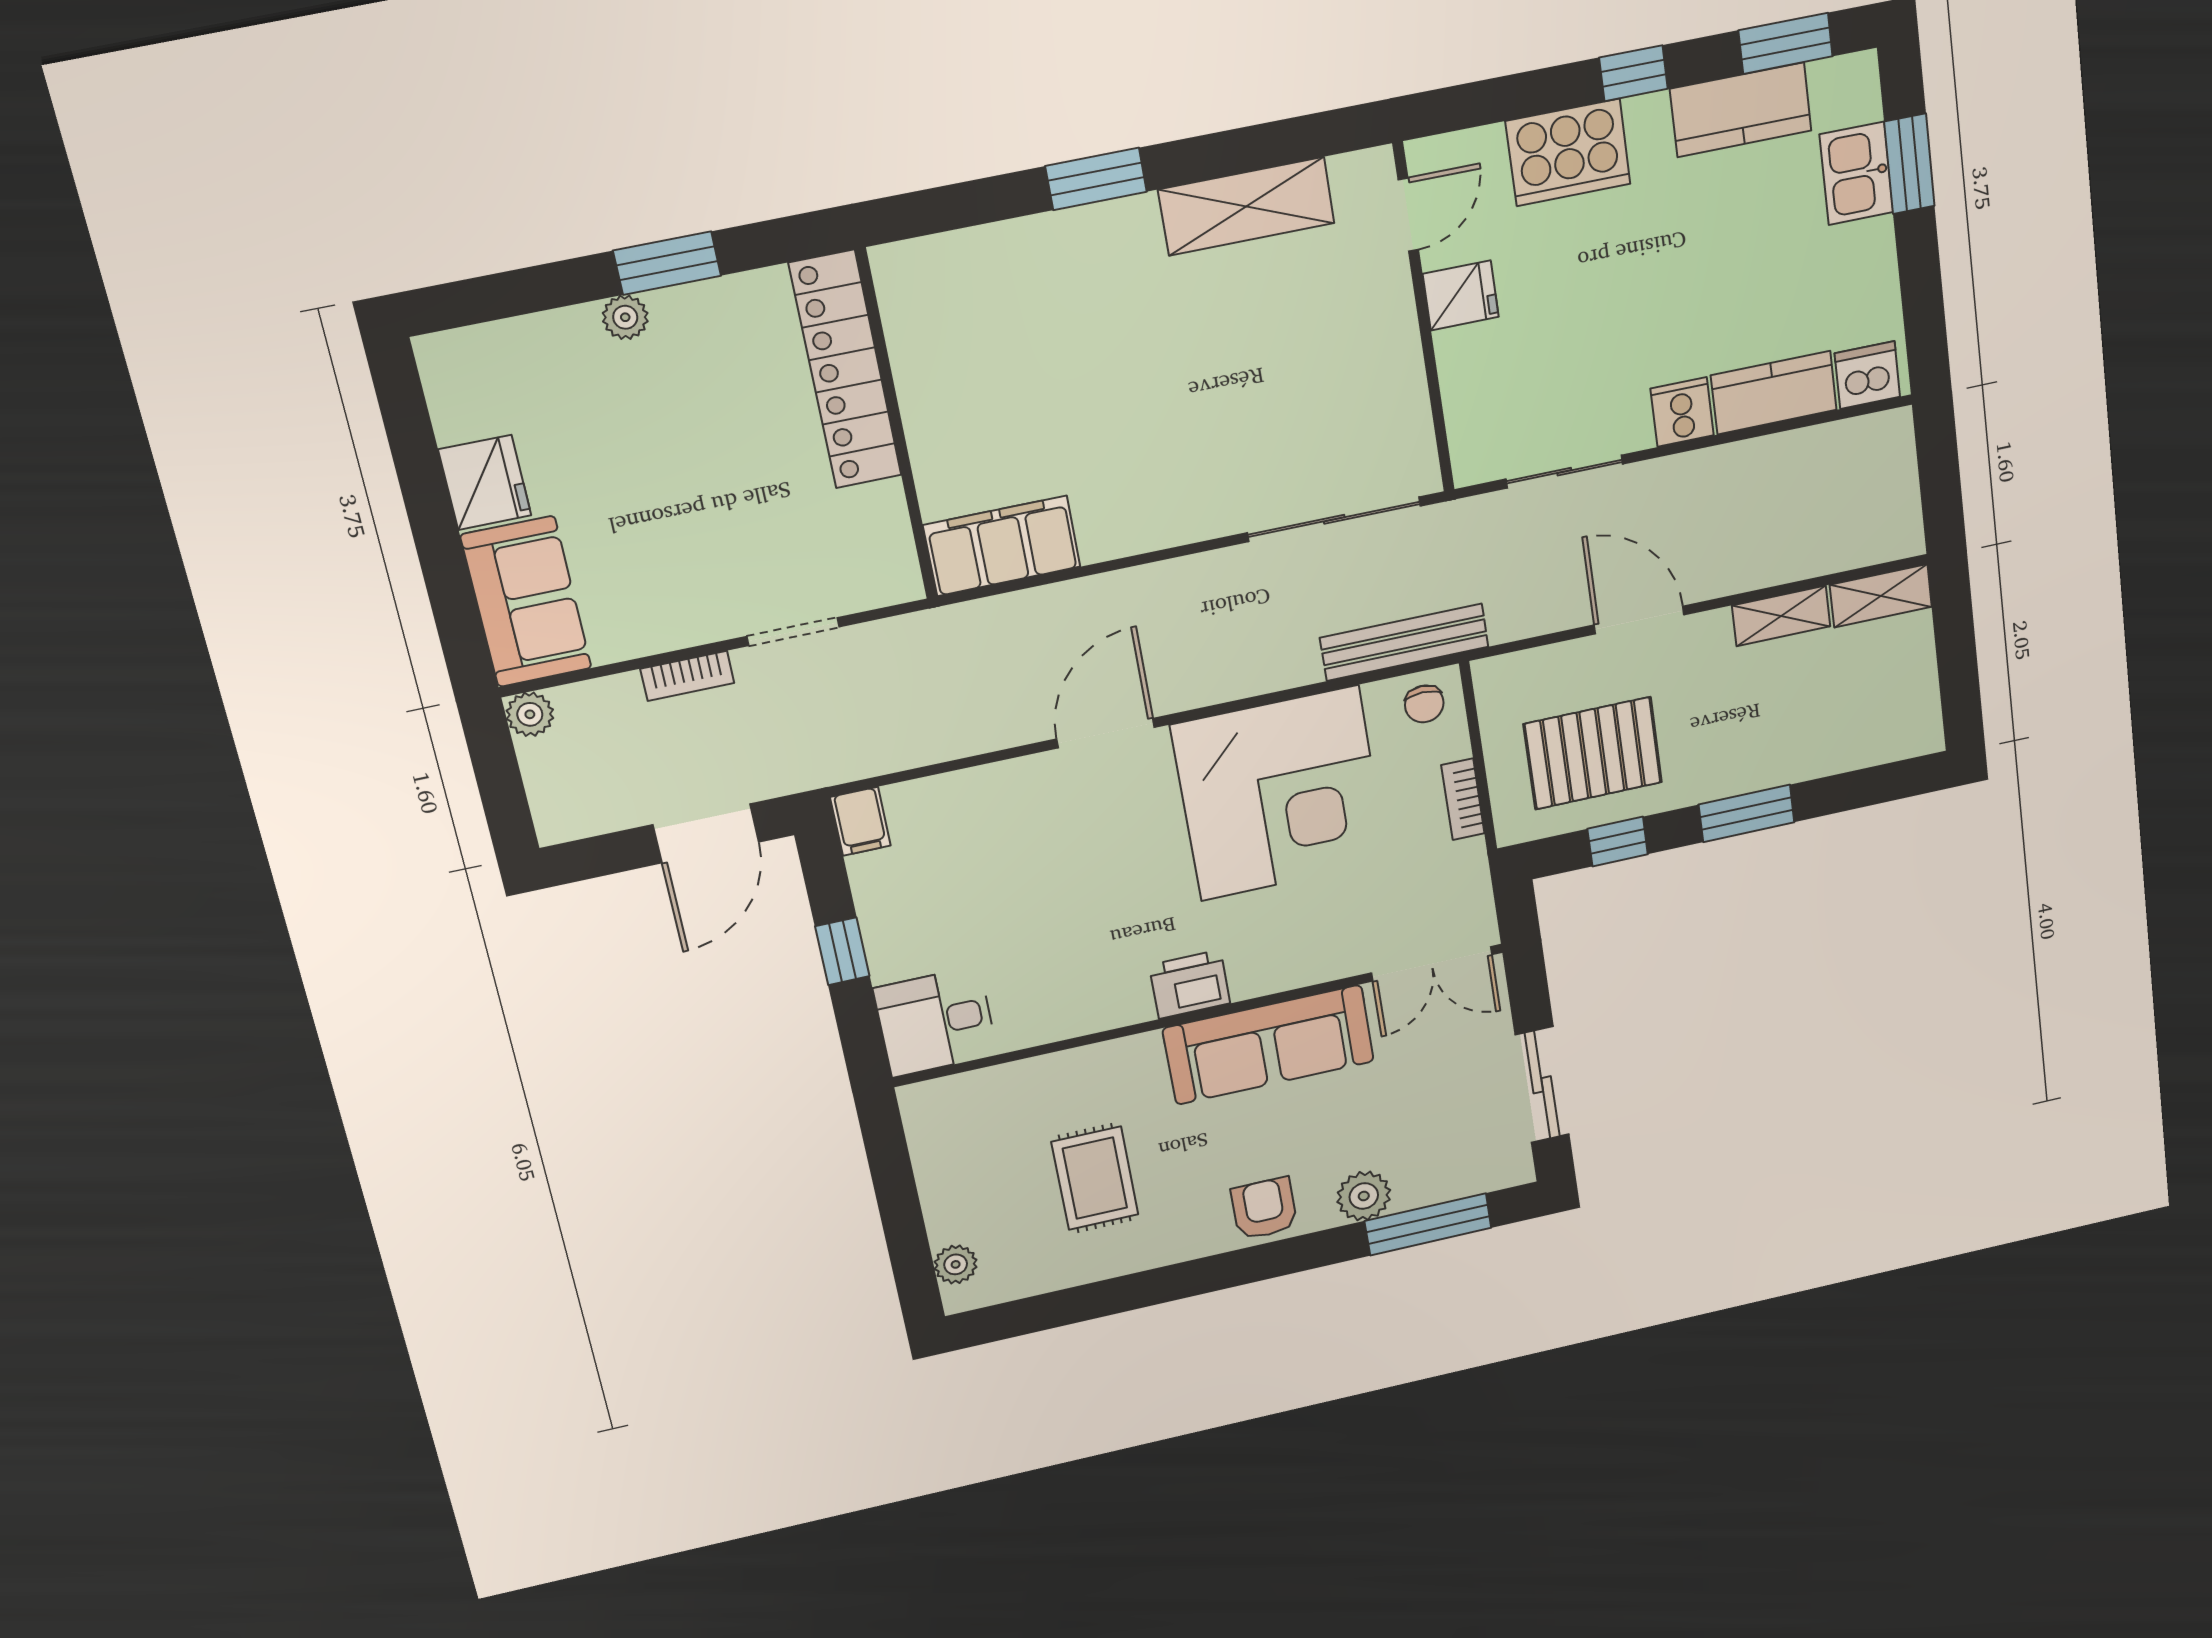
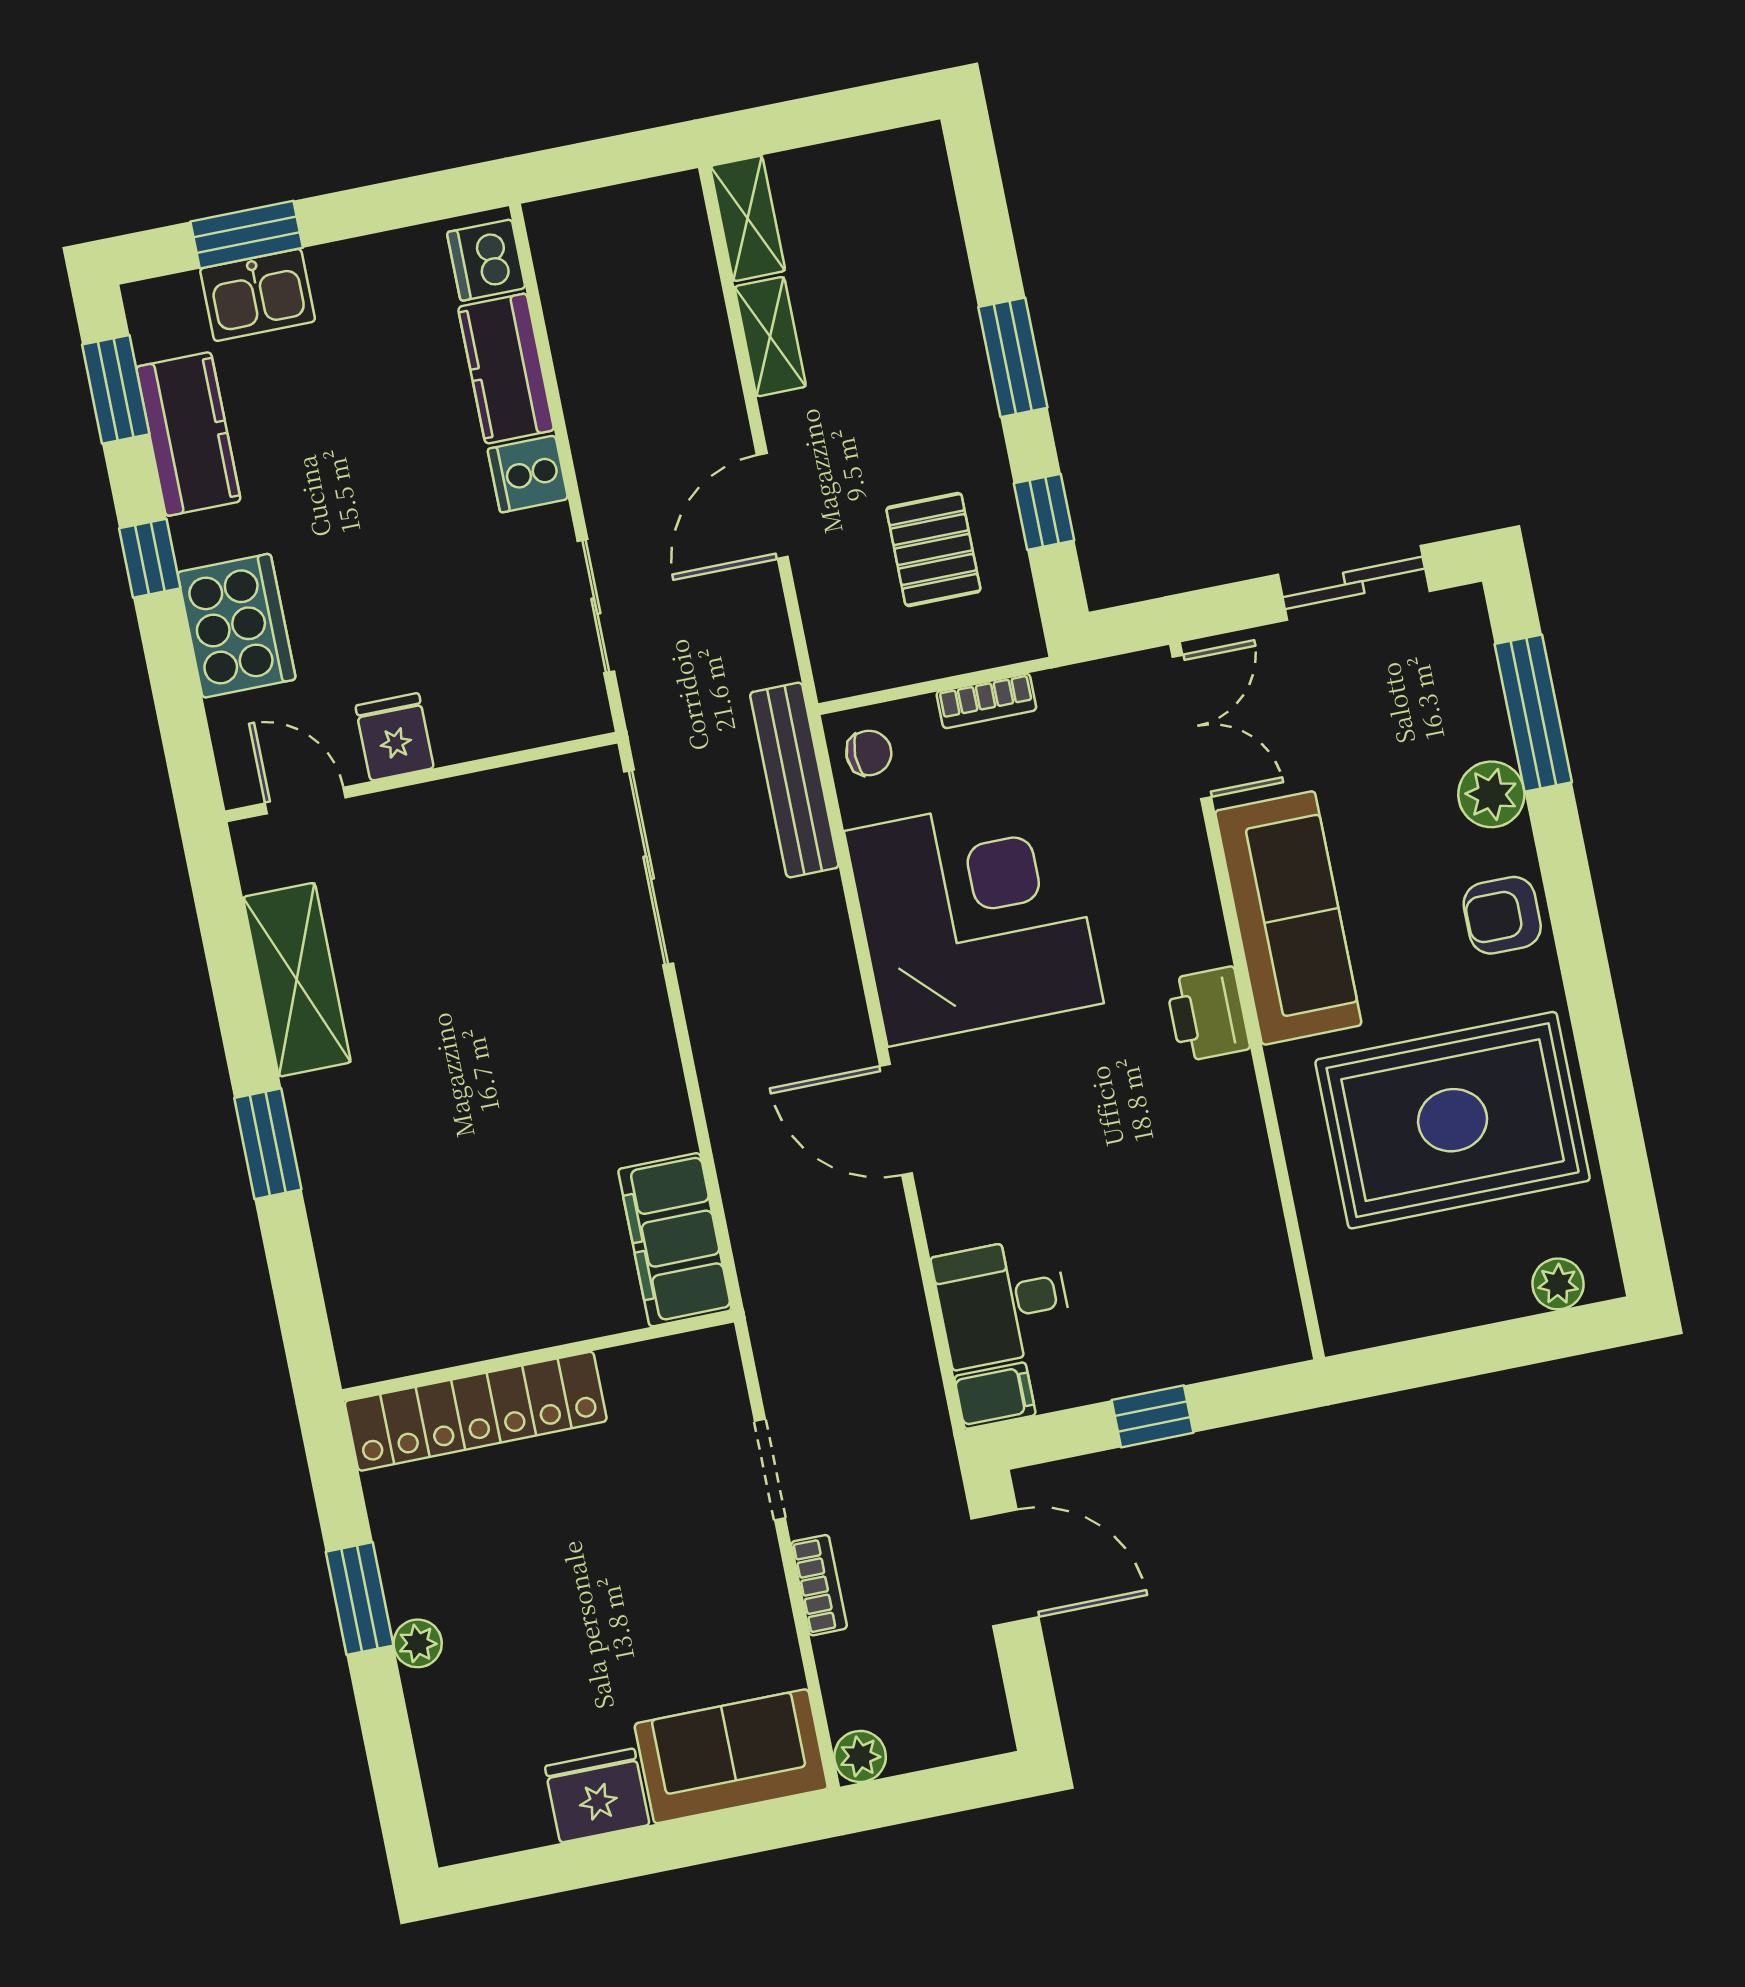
pallet: (1593, 753) -> (933, 550), width x0.67, depth x0.71
desk: (936, 1022) -> (1003, 1302), moved, turned 90
rug: (1095, 1178) -> (1453, 1120), width x1.86, depth x2.06

